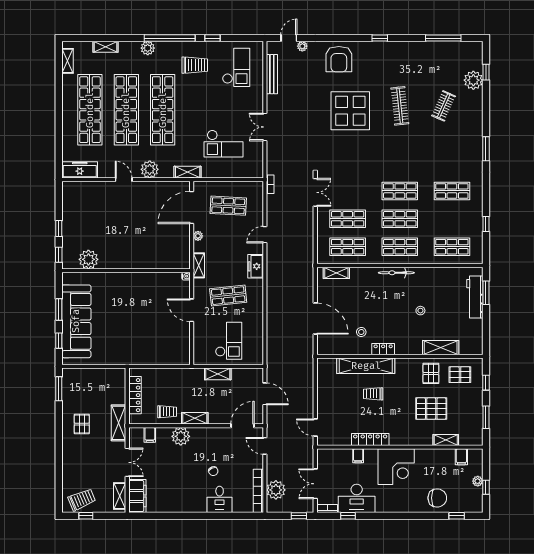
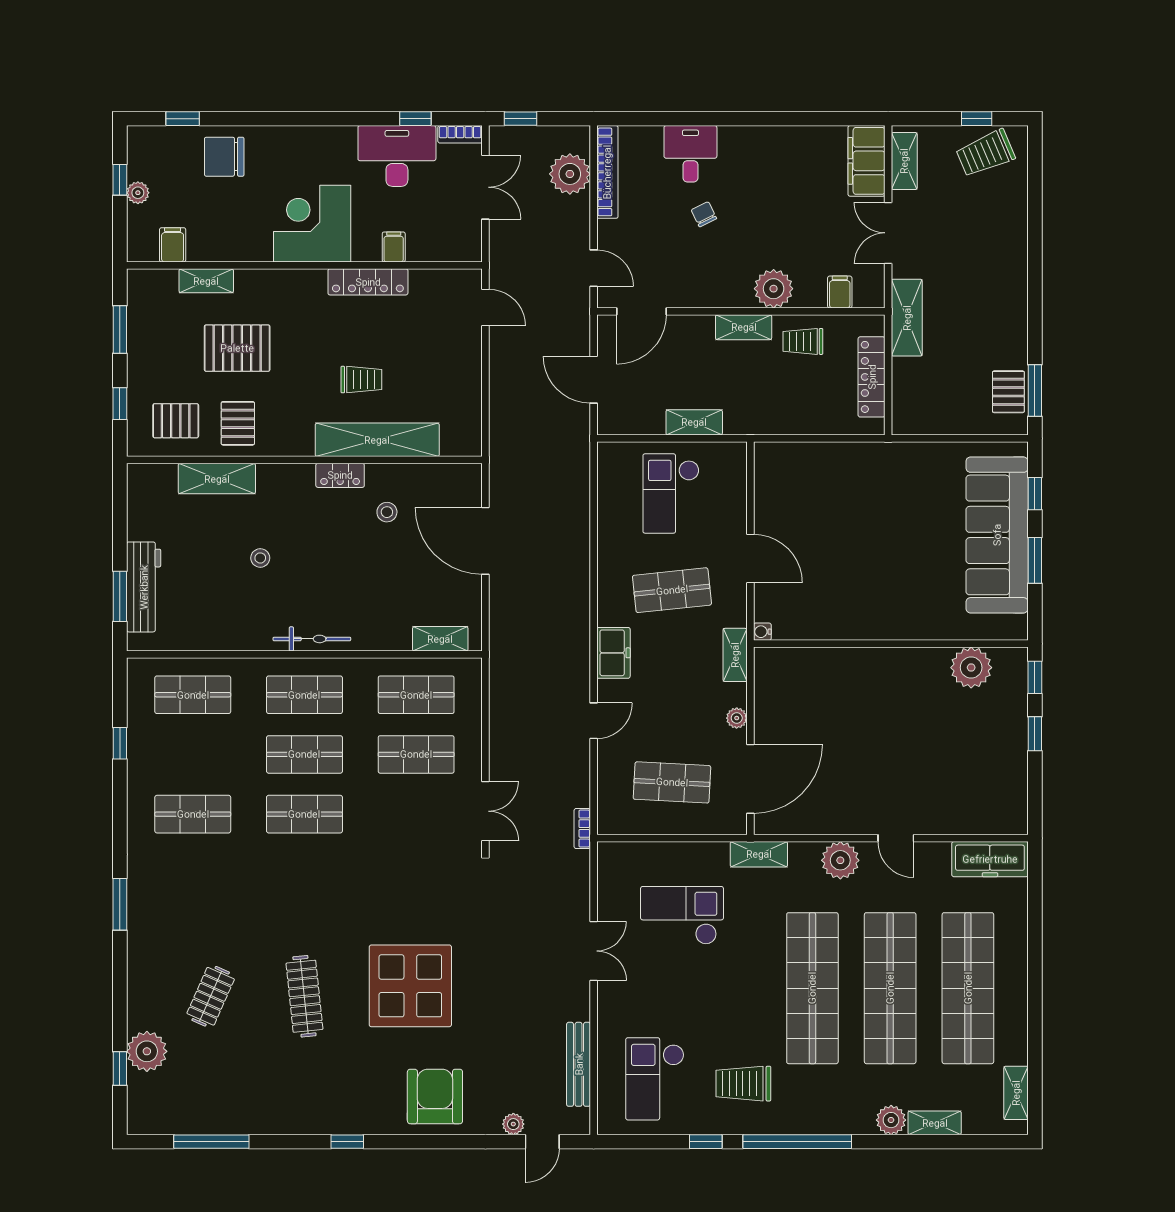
plant: (148, 48) -> (891, 1120), moved
double door: (315, 192) -> (485, 811), swing flipped
pallet: (82, 424) -> (1008, 392), moved

